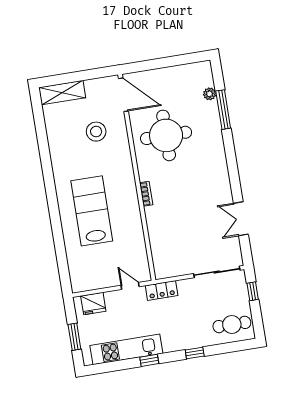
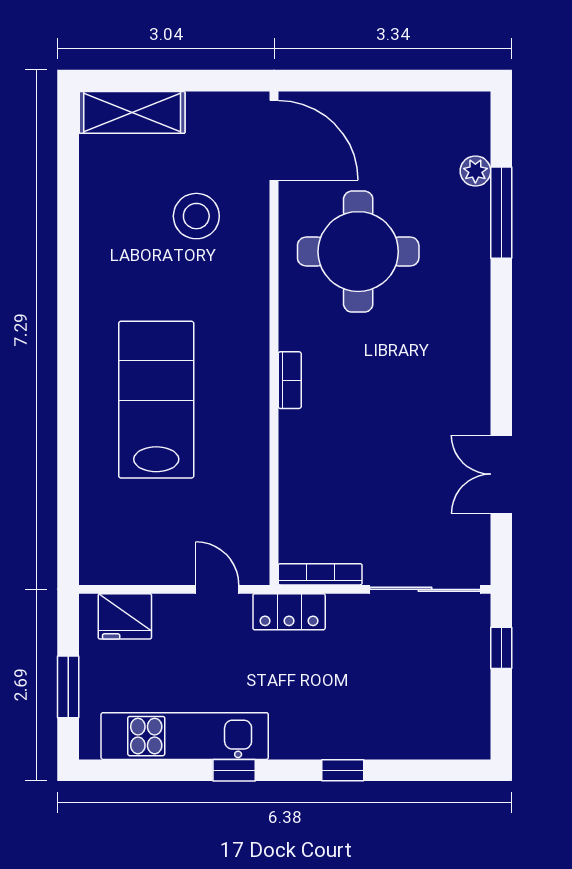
bookcase: (172, 273) -> (320, 574), added
cafe table: (232, 324) -> (440, 718), removed

